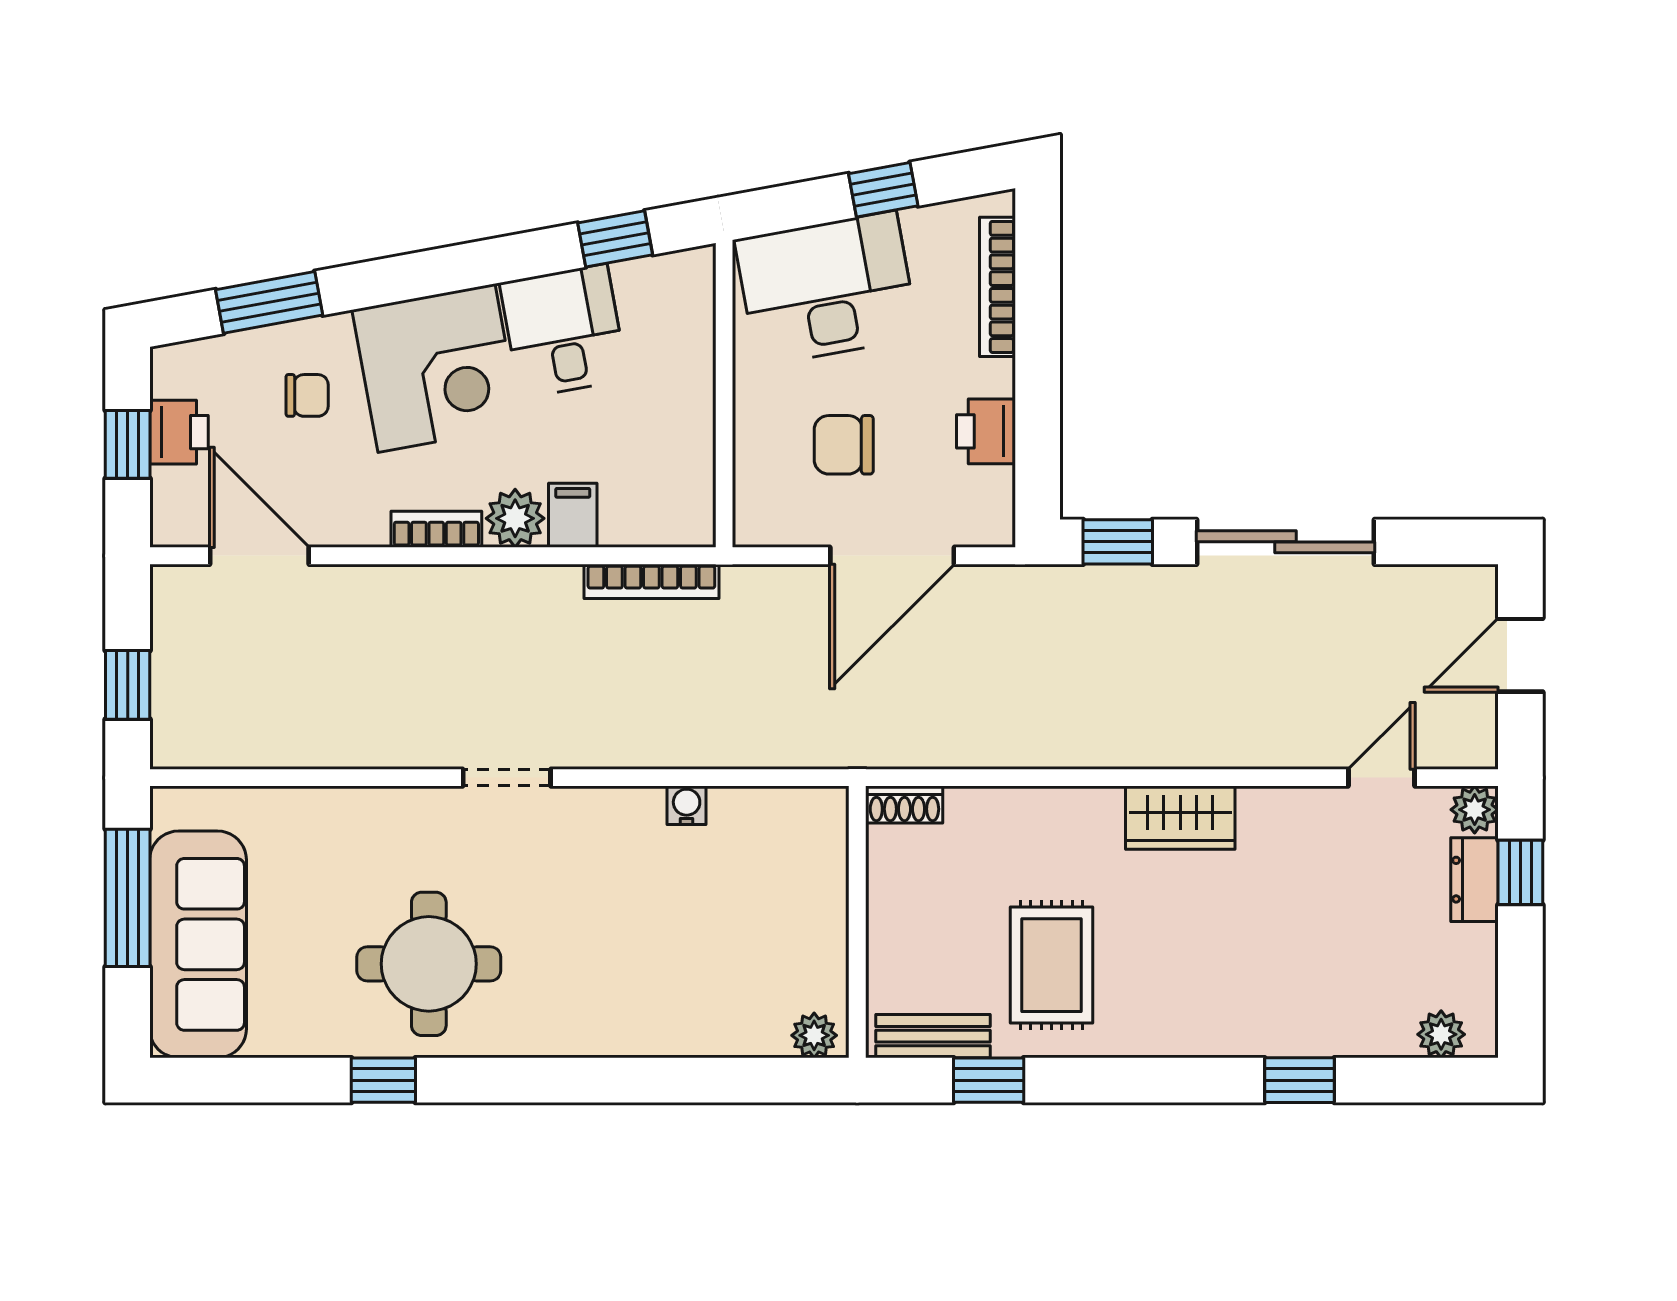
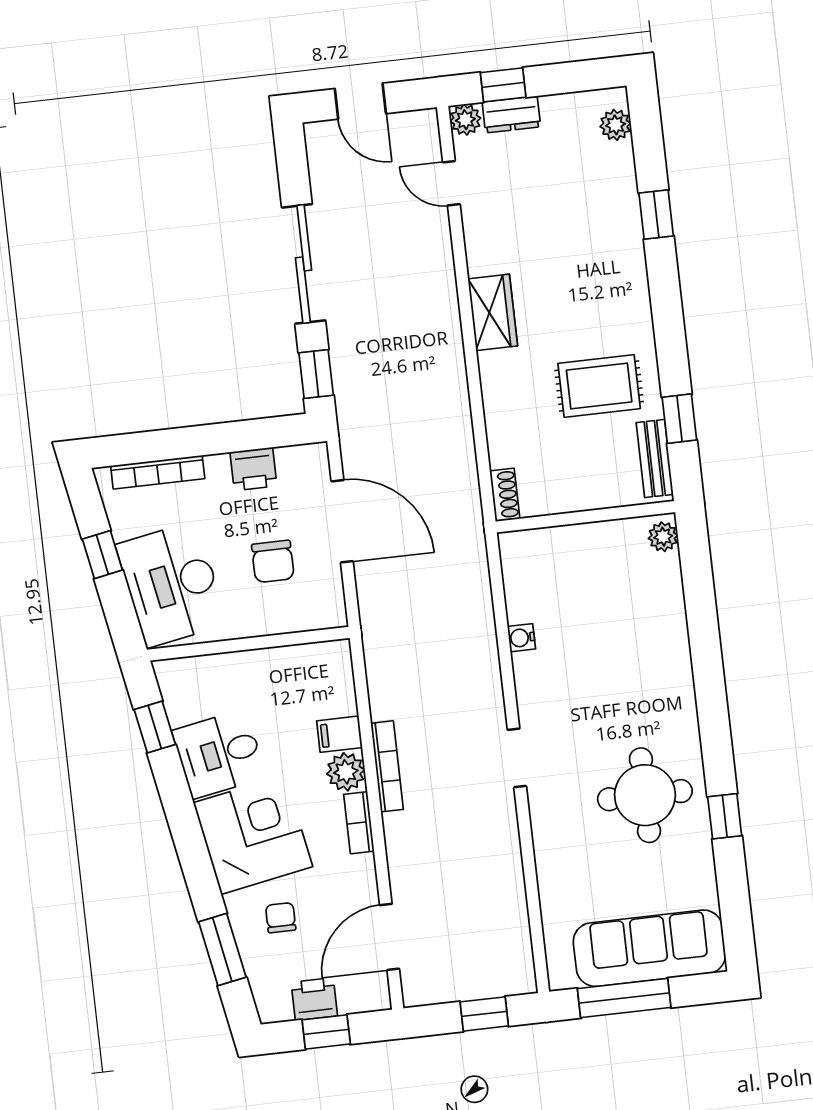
bookcase: (651, 581) -> (387, 766), moved

